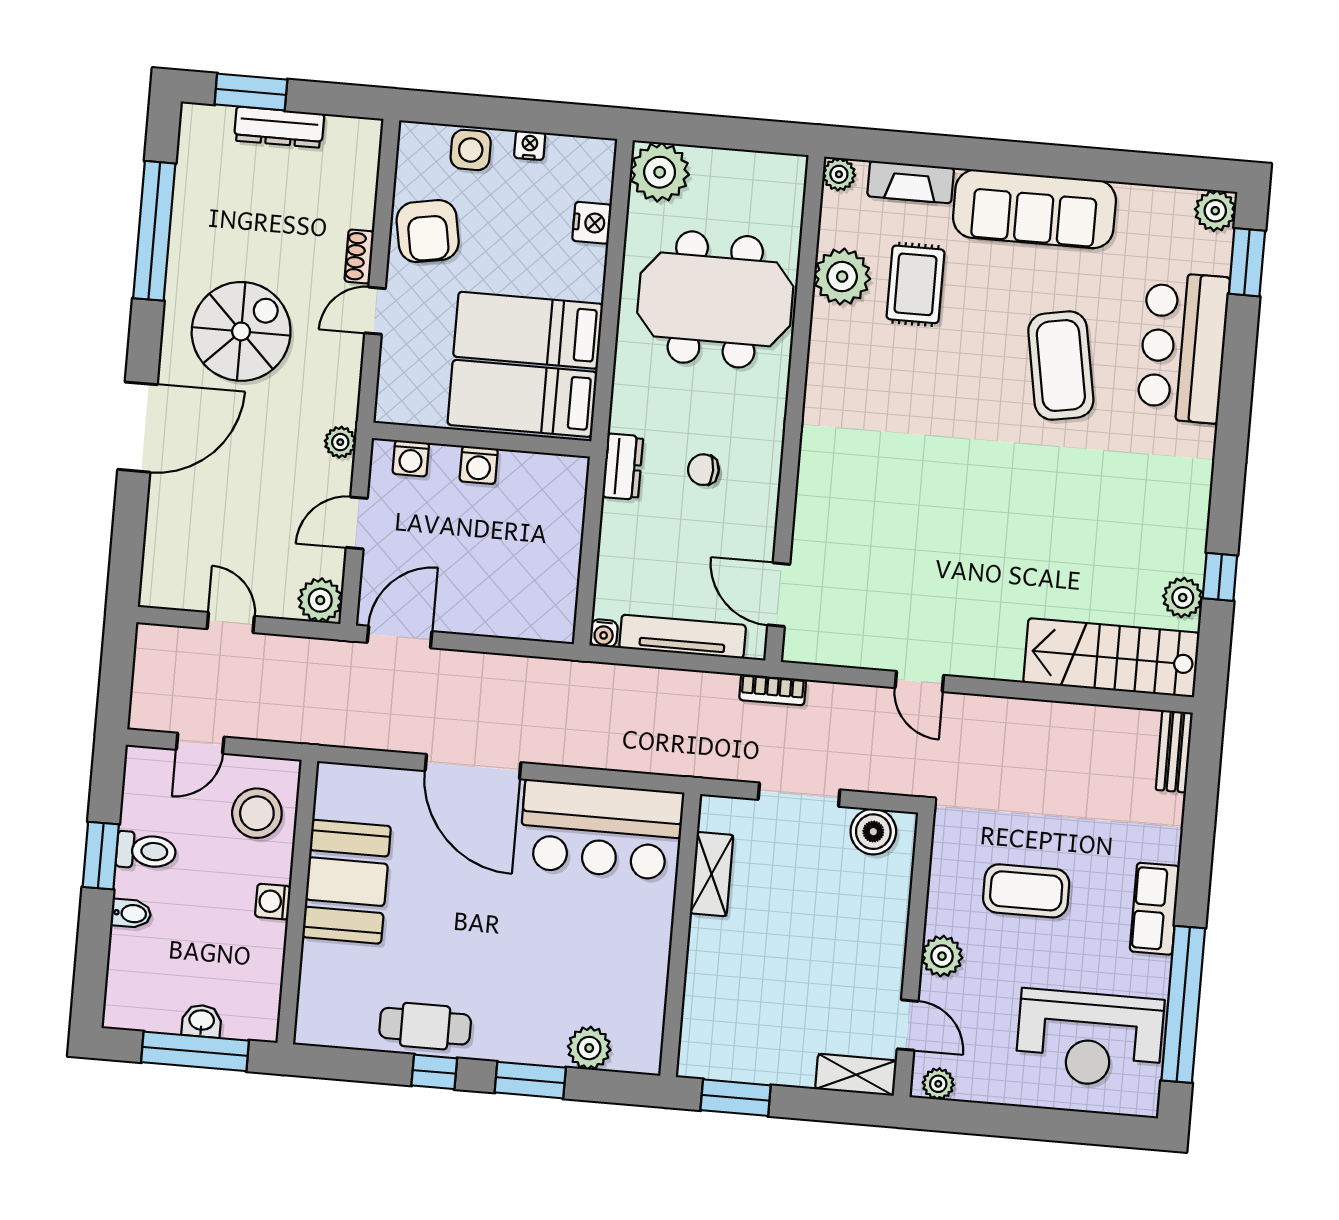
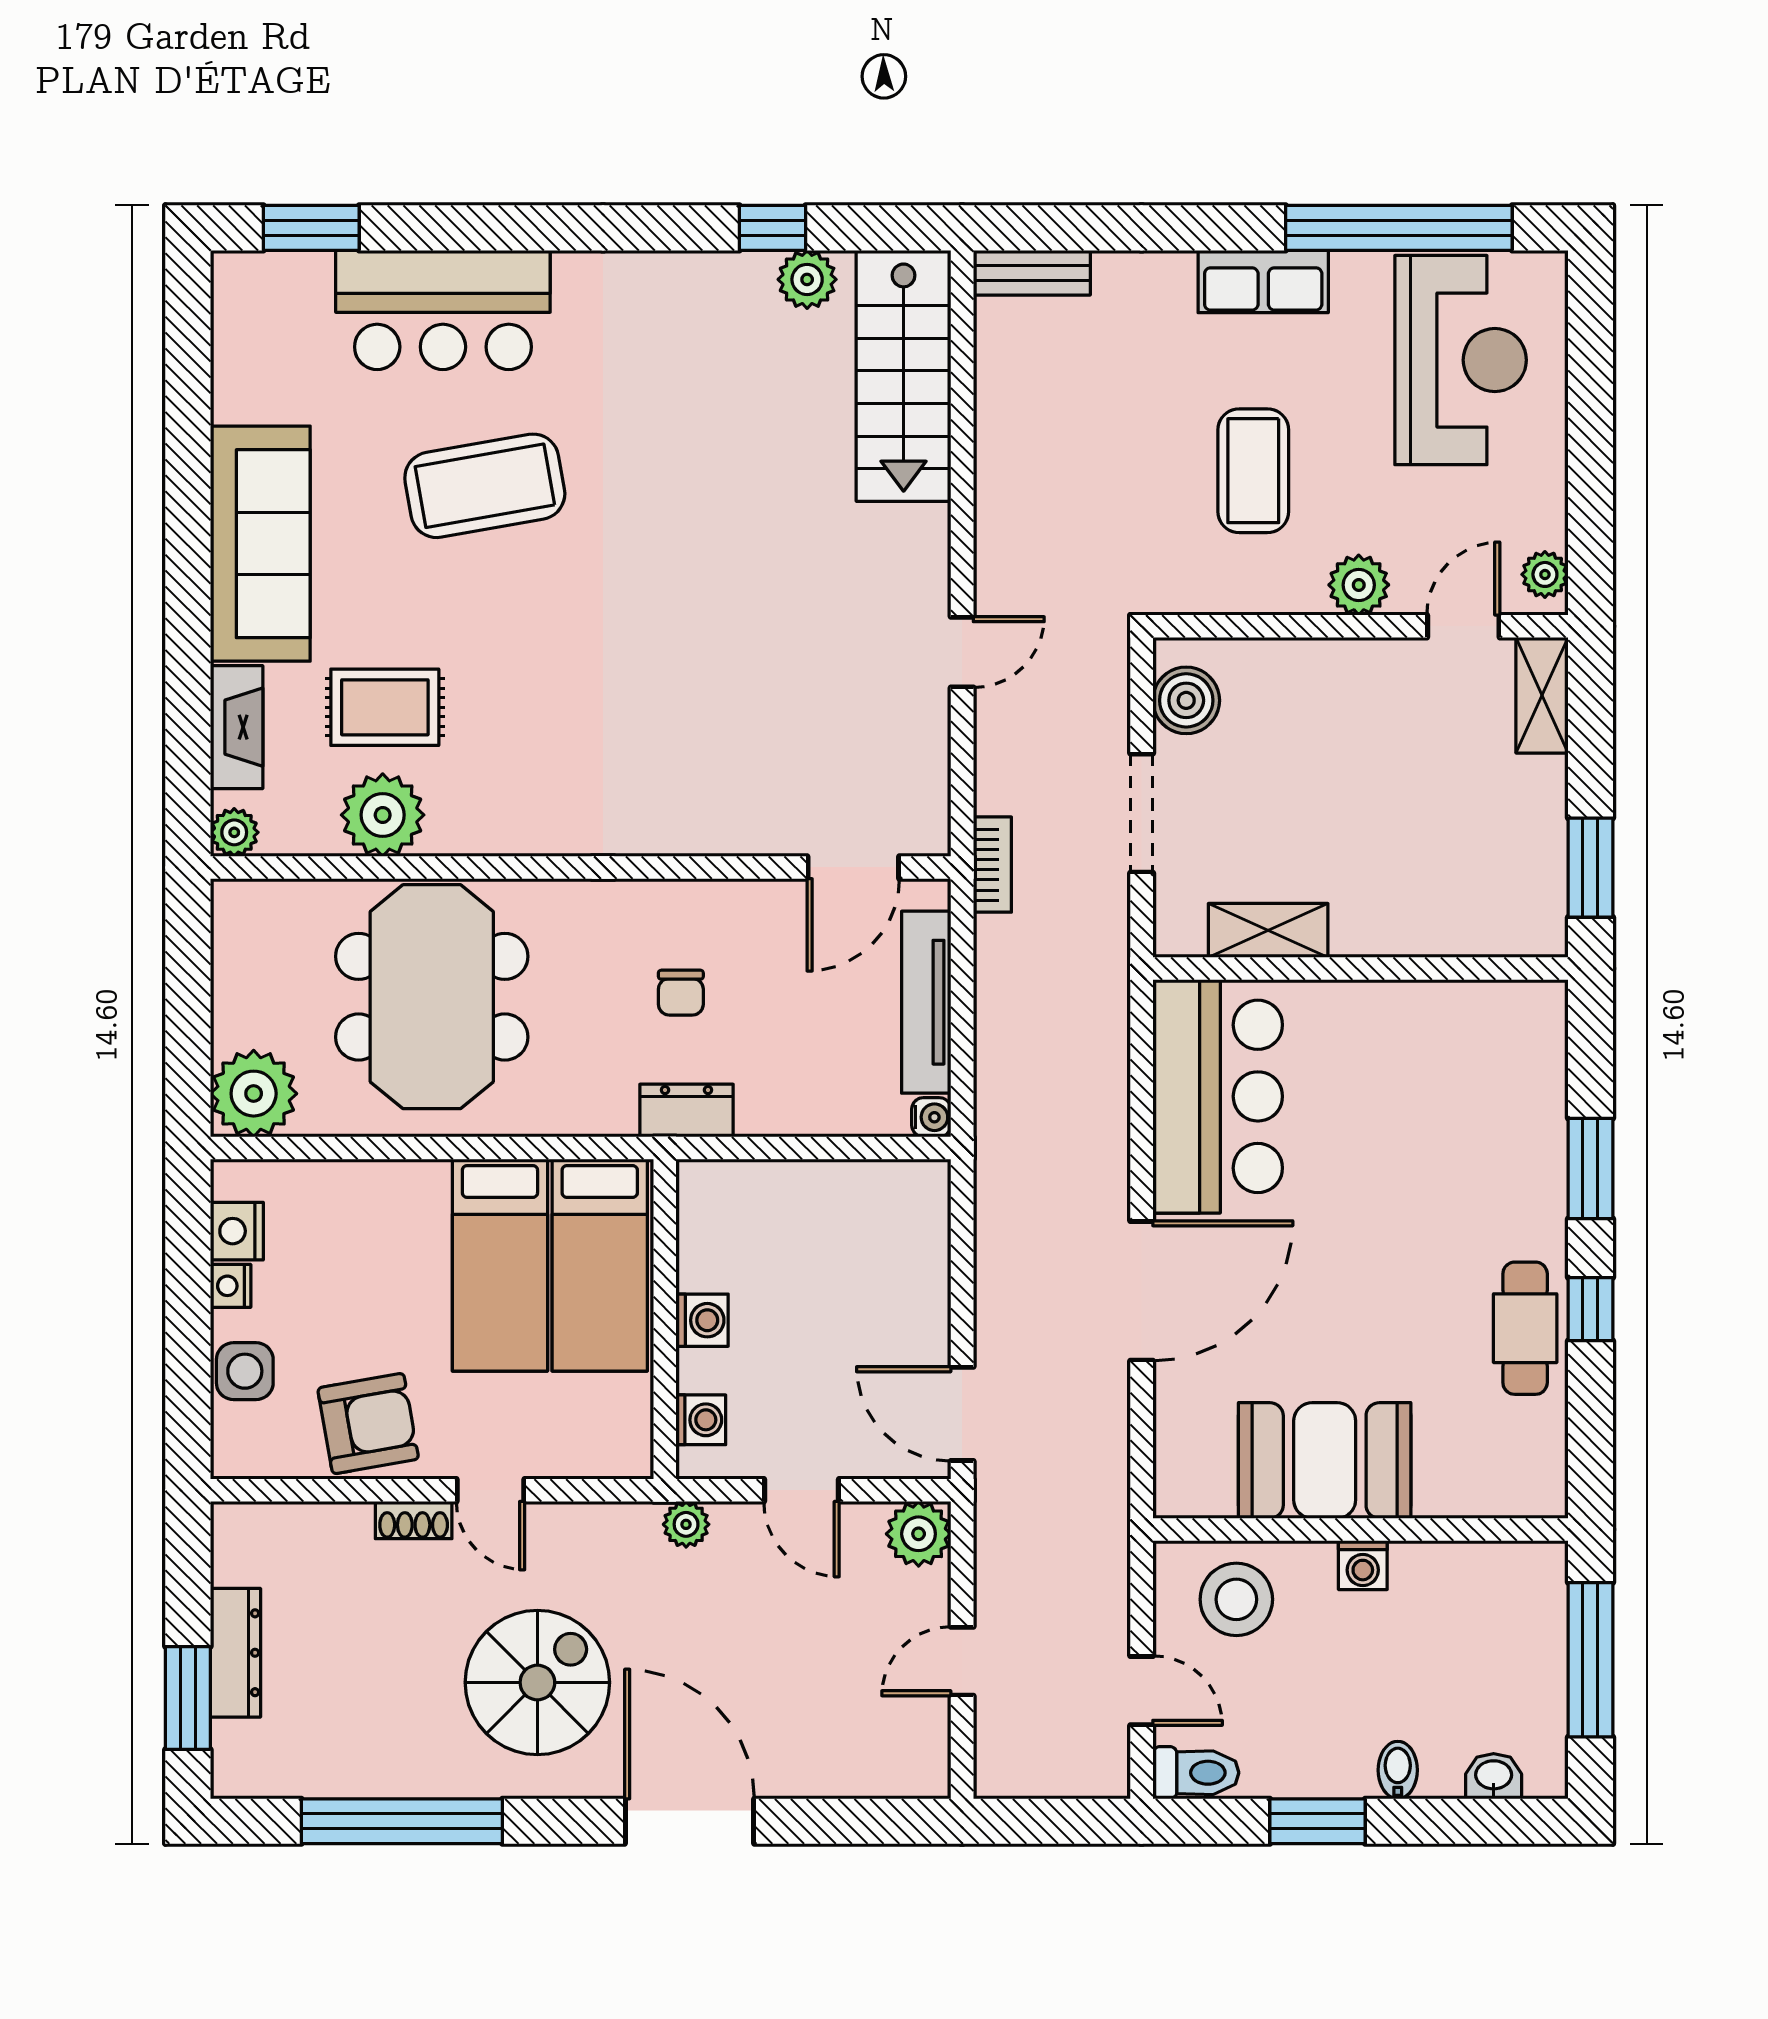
plant: (1215, 211) -> (240, 280), removed
nightstand: (592, 223) -> (237, 1231), moved, turned -90
spiral stairs: (241, 331) -> (537, 1682), turned 90
toilet: (146, 851) -> (1196, 1773), moved, turned 90
washbasin: (202, 1021) -> (1494, 1776), moved, turned 90
plant: (589, 1048) -> (1536, 1087), removed

